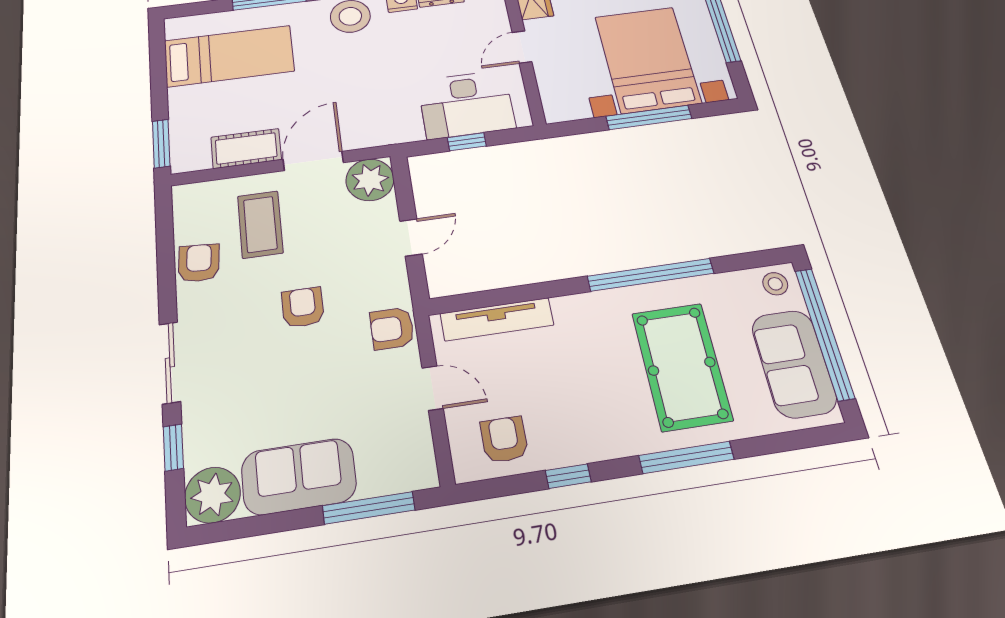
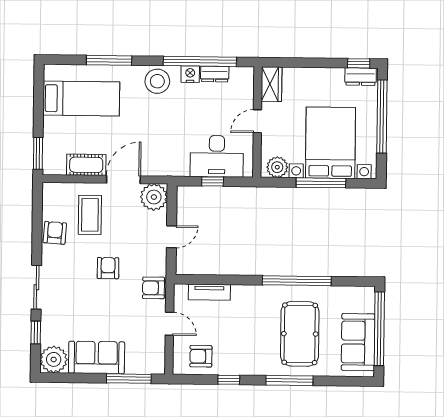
plant: (570, 106) -> (277, 167), added
stool: (775, 284) -> (362, 297), removed
tv unit: (497, 319) -> (209, 292), width x0.71
armchair: (504, 439) -> (201, 356), turned -90

